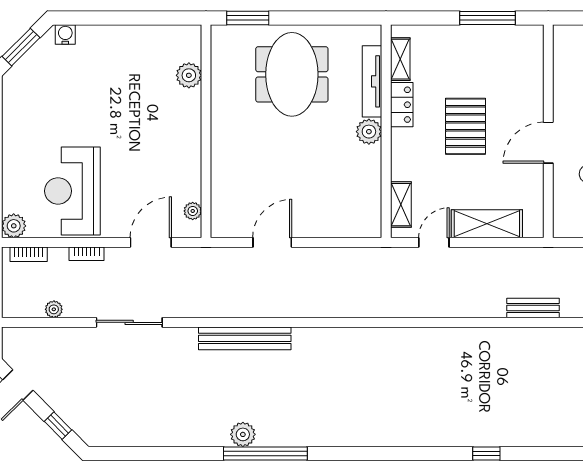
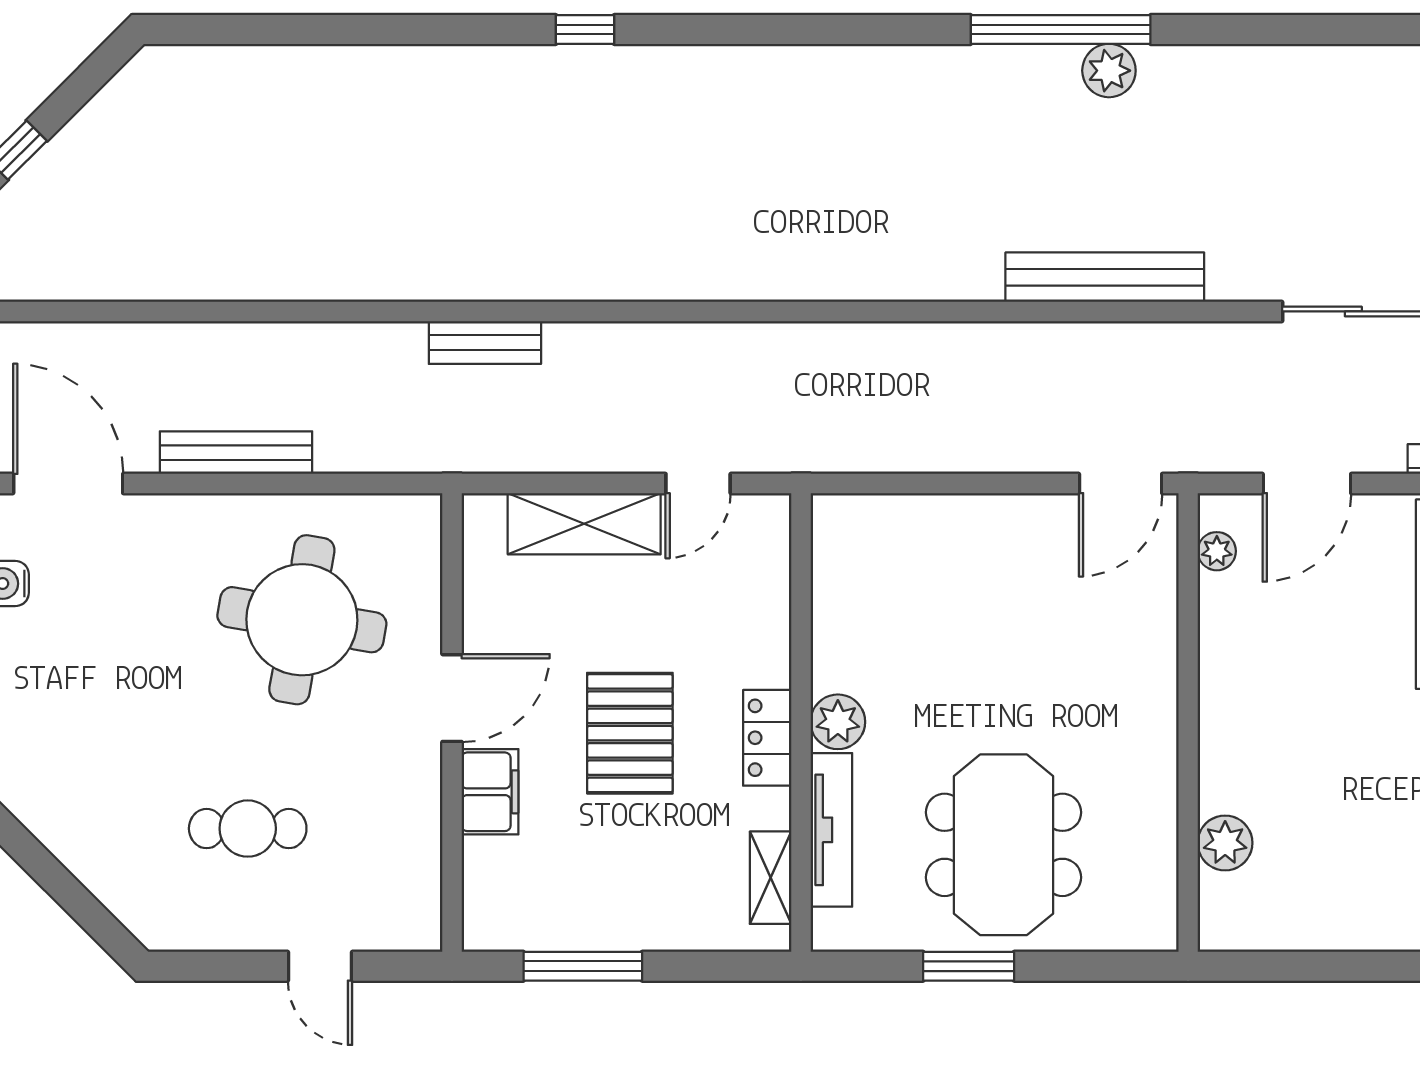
window: (248, 18) -> (969, 966), moved
filing cabinet: (531, 99) -> (490, 792), added
locker: (402, 105) -> (767, 738), moved
shelving: (401, 205) -> (769, 565), removed
door: (272, 242) -> (1121, 484), moved

